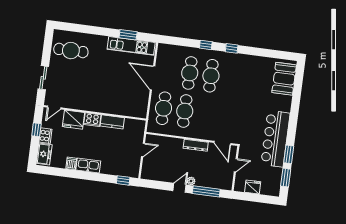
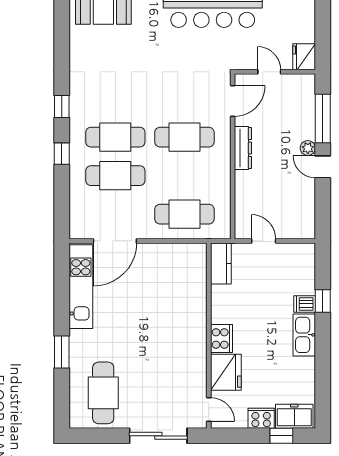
window: (128, 35) -> (62, 352), moved
sliding door: (43, 78) -> (158, 436), width x1.37
door: (152, 78) -> (115, 241), moved
cafe table: (185, 111) -> (184, 137), moved
kitchen counter: (112, 122) -> (221, 263), moved
window: (36, 130) -> (281, 436), moved
dishwasher: (71, 163) -> (305, 304), moved
window: (123, 180) -> (323, 301), moved
fridge: (253, 187) -> (304, 57), moved

